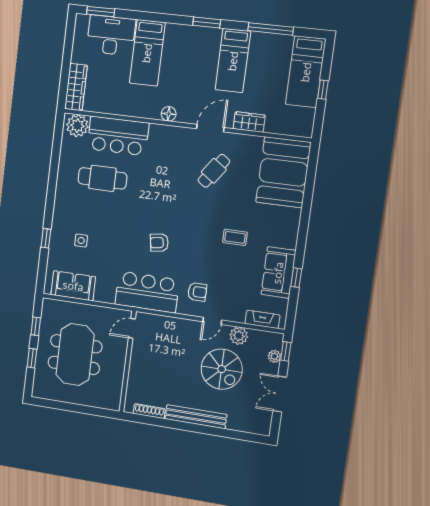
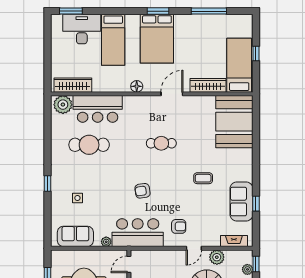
bed: (233, 61) -> (157, 39), moved, width x1.50
bed: (306, 72) -> (239, 65), moved, turned 180
wardrobe: (76, 87) -> (73, 85), moved, turned -90
wardrobe: (249, 122) -> (208, 85), width x1.50
cafe table: (214, 171) -> (161, 143), moved, turned 55
window: (46, 238) -> (47, 184), moved
plant: (109, 297) -> (106, 242), added

